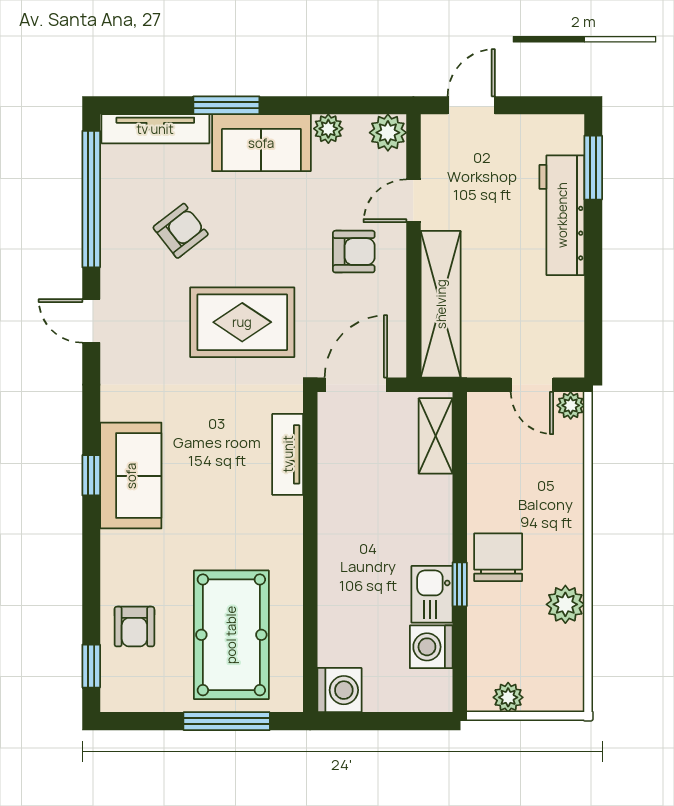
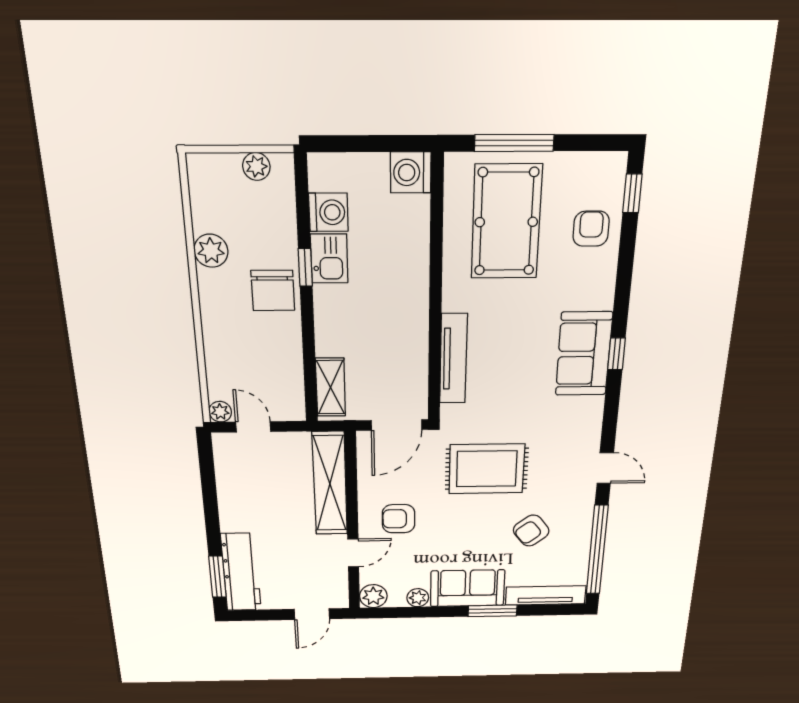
workbench: (562, 215) -> (241, 572), moved
tv unit: (288, 454) -> (453, 359), width x1.41

